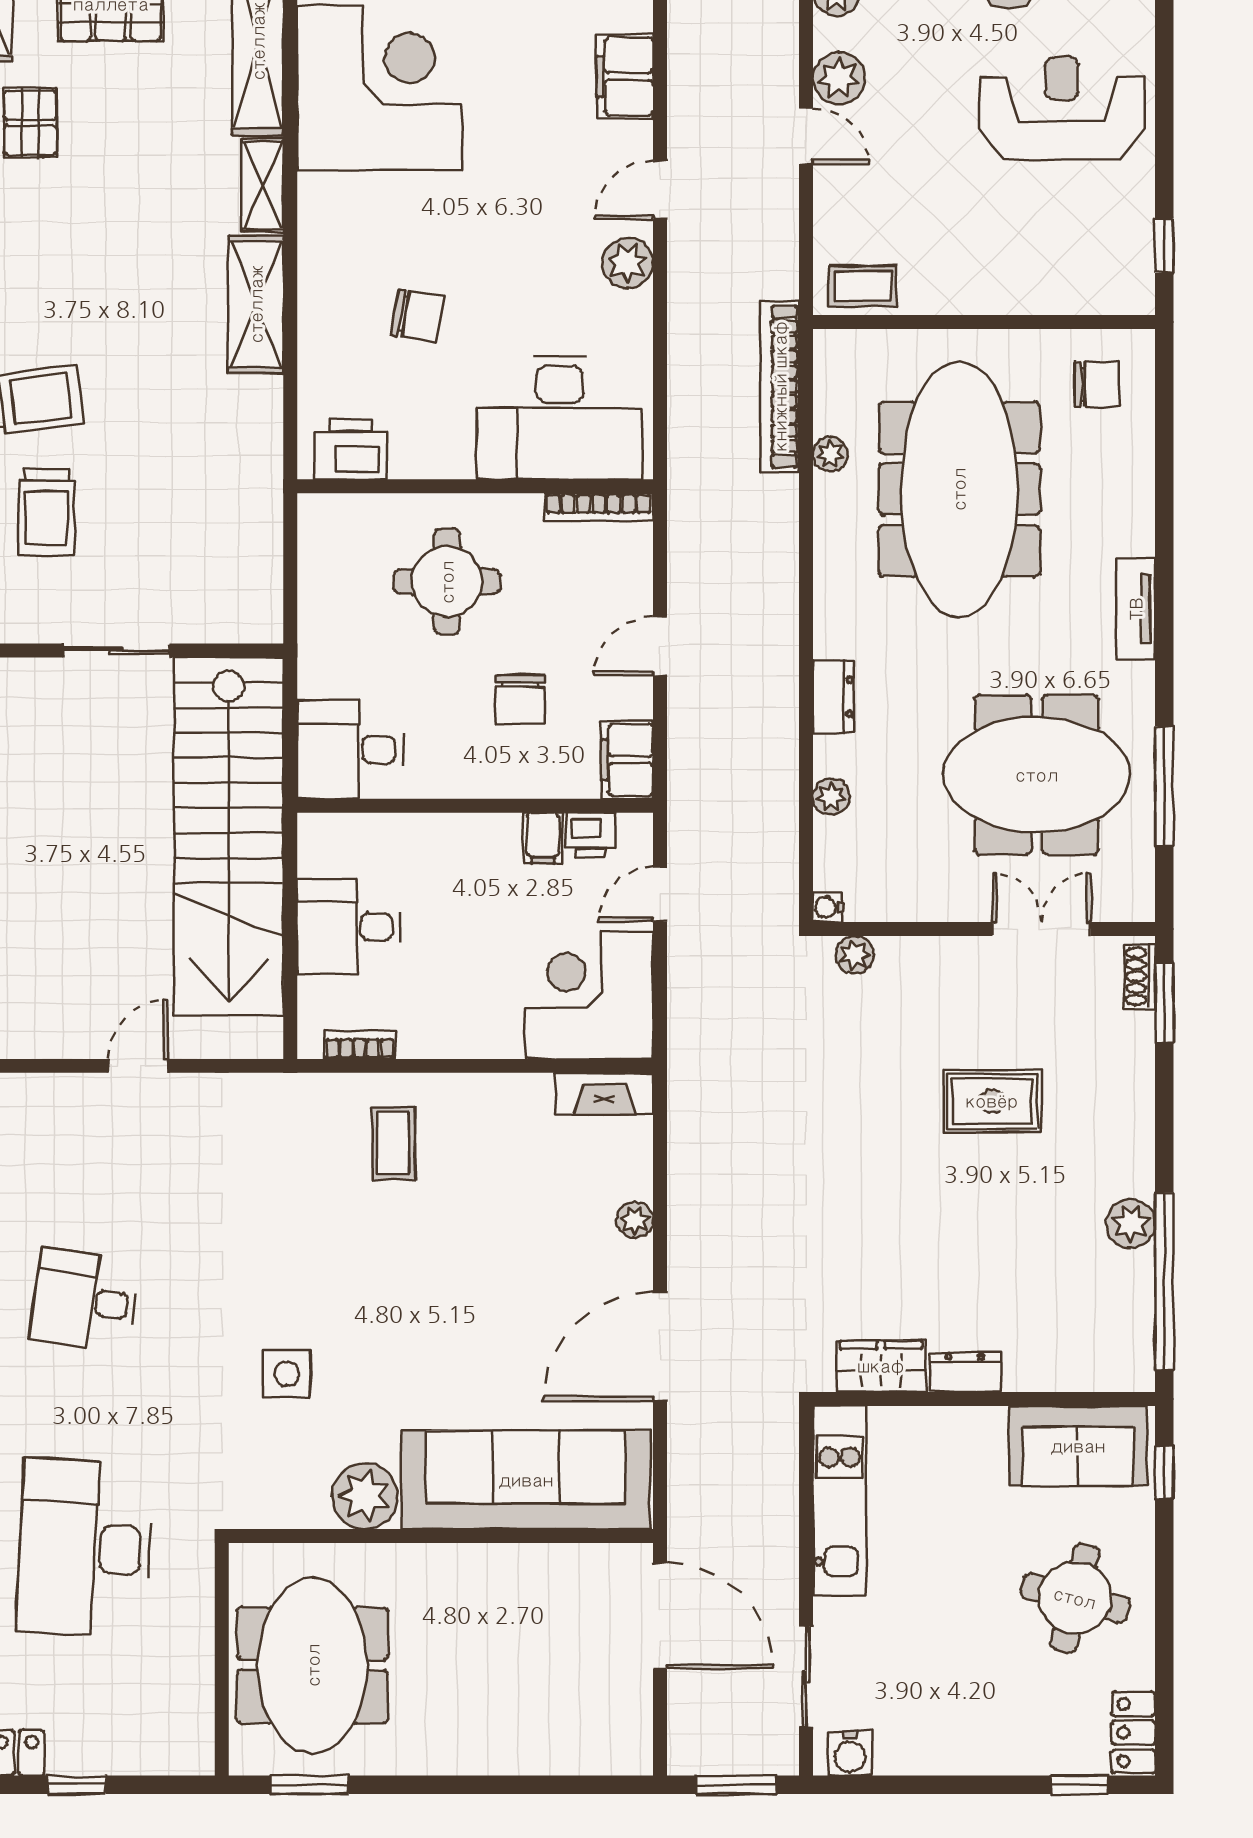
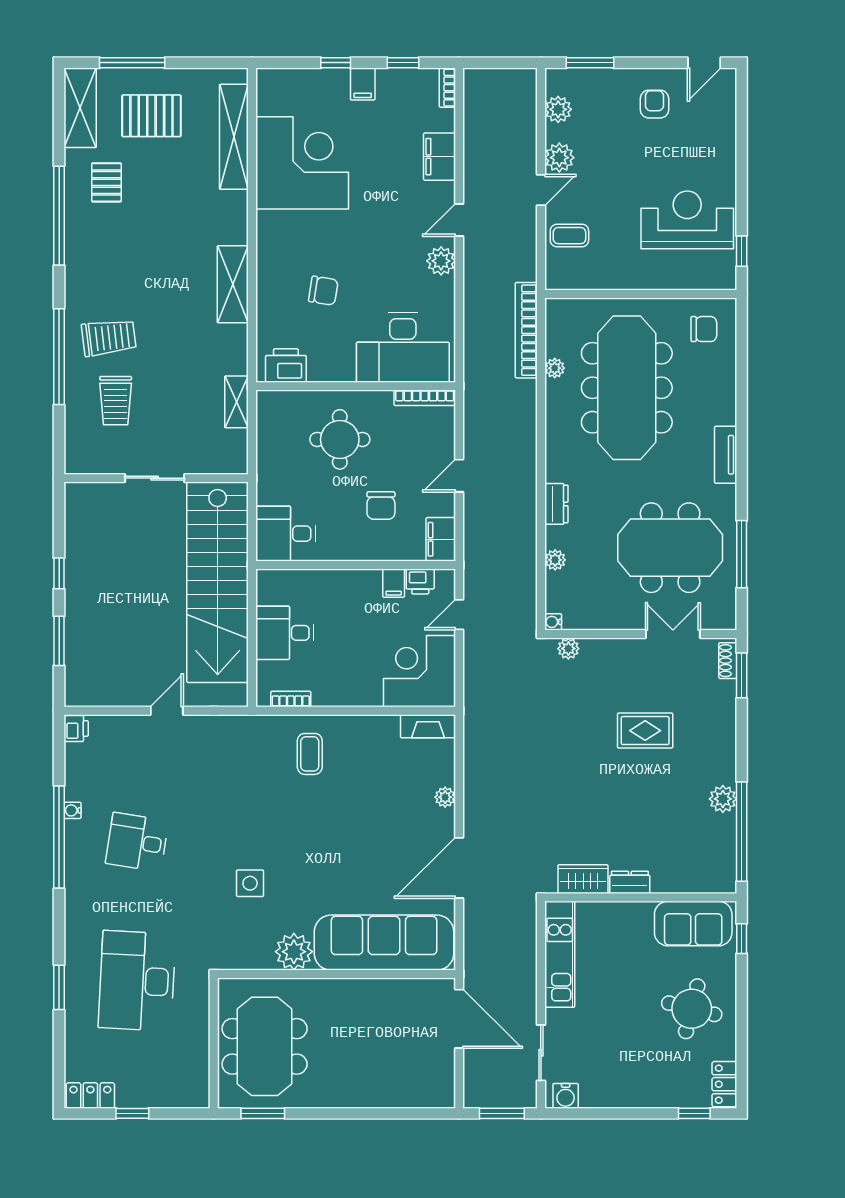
reception desk: (1062, 108) -> (687, 220), moved
door: (806, 136) -> (541, 190), hinge flipped
shelving: (262, 185) -> (237, 402), moved
coffee table: (863, 286) -> (569, 236), moved

